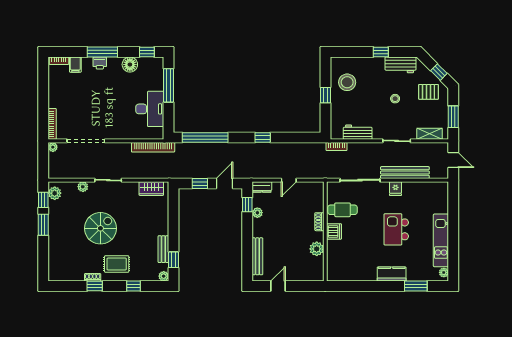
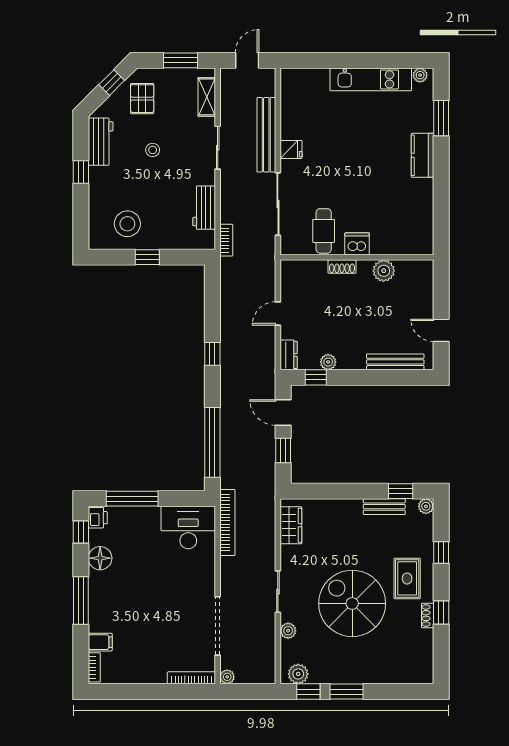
printer: (100, 63) -> (98, 518), moved
desk: (150, 109) -> (188, 527), moved
door: (289, 180) -> (278, 313), swing flipped
spiral stairs: (100, 228) -> (352, 603), width x1.37, depth x1.37
kitchen island: (396, 229) -> (354, 148), removed

